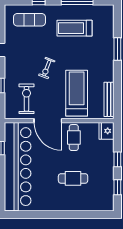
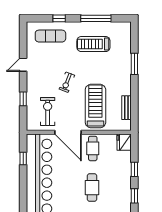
bench: (109, 99) -> (126, 108), width x0.73
cafe table: (73, 178) -> (92, 188), turned 90

